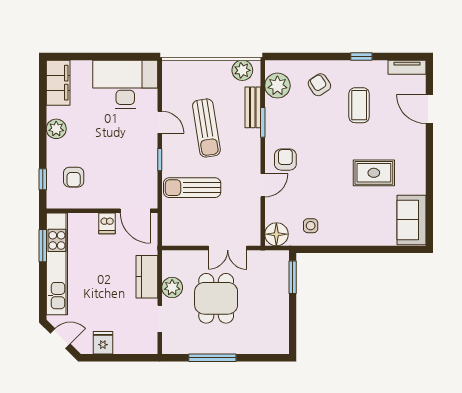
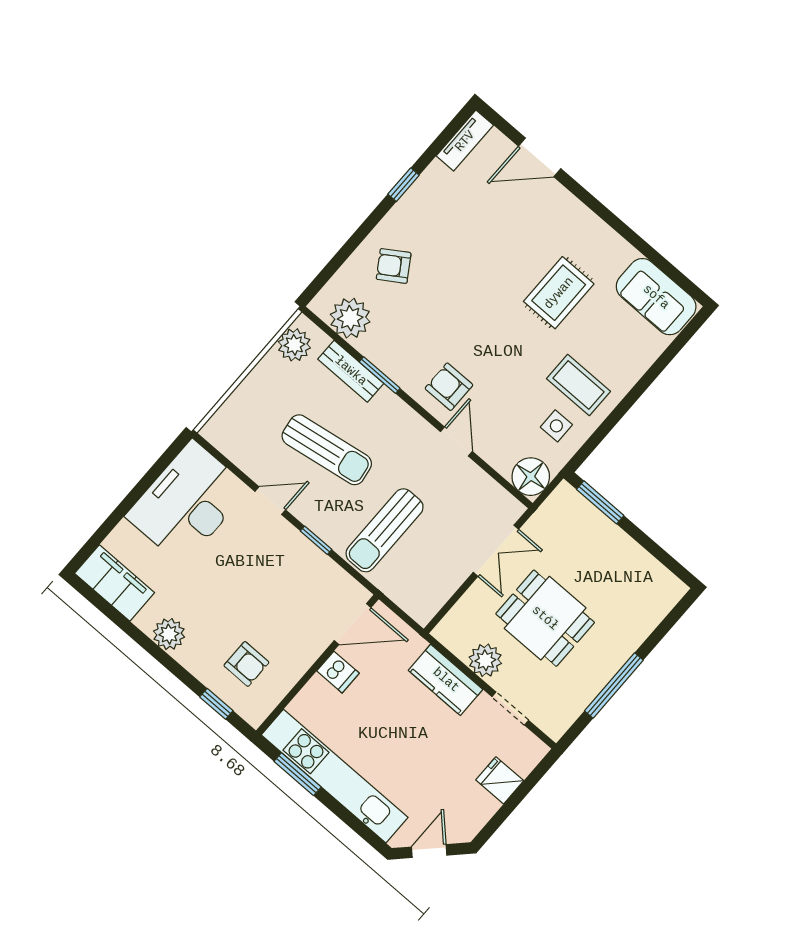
coffee table: (359, 105) -> (578, 385), moved
fridge: (103, 343) -> (500, 780), moved

